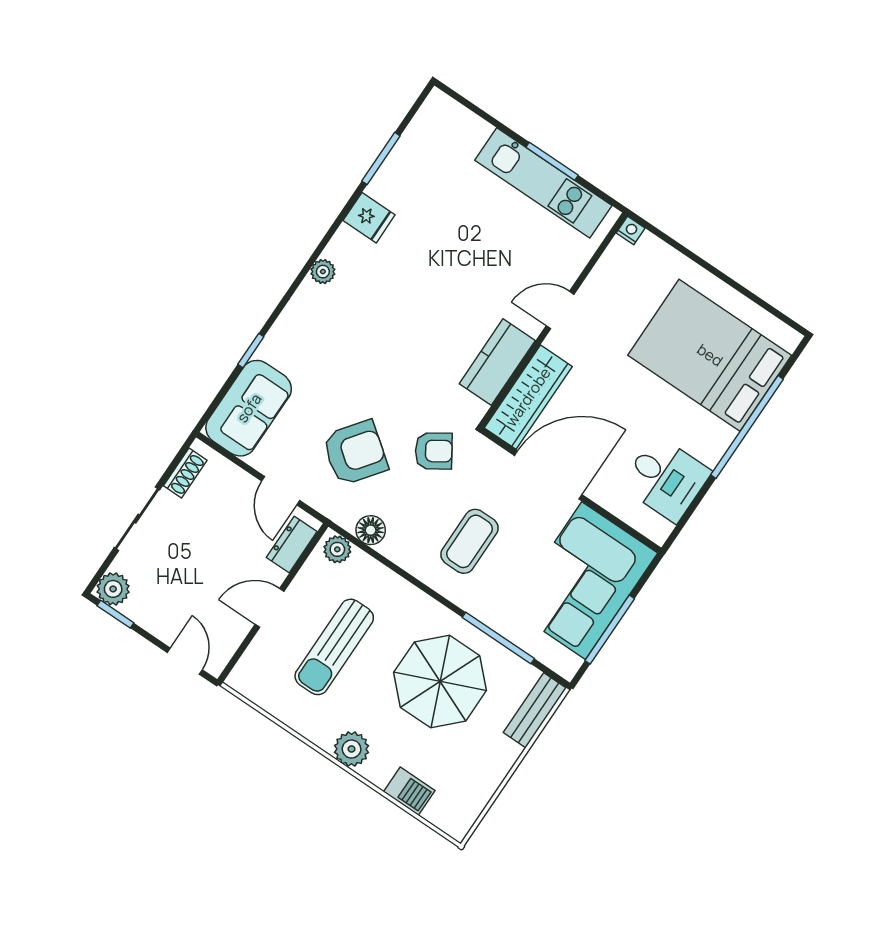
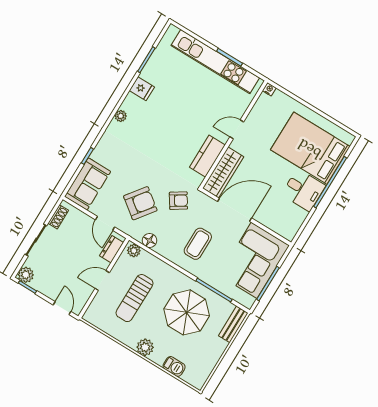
kitchen unit: (543, 183) -> (215, 62), width x1.36
desk: (666, 479) -> (303, 190), moved

